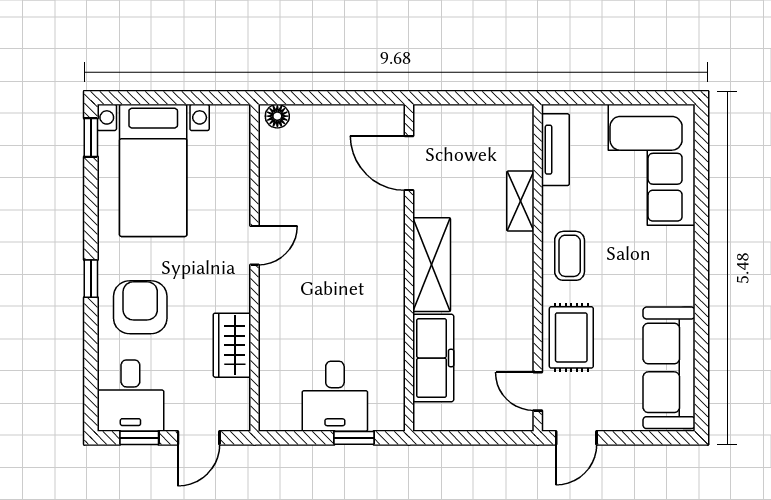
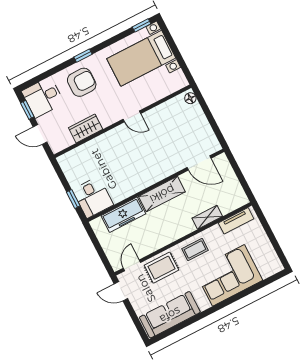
door: (409, 163) -> (199, 163), swing flipped
corner sofa: (652, 165) -> (228, 275), moved
desk: (335, 396) -> (93, 197), moved, turned -90

